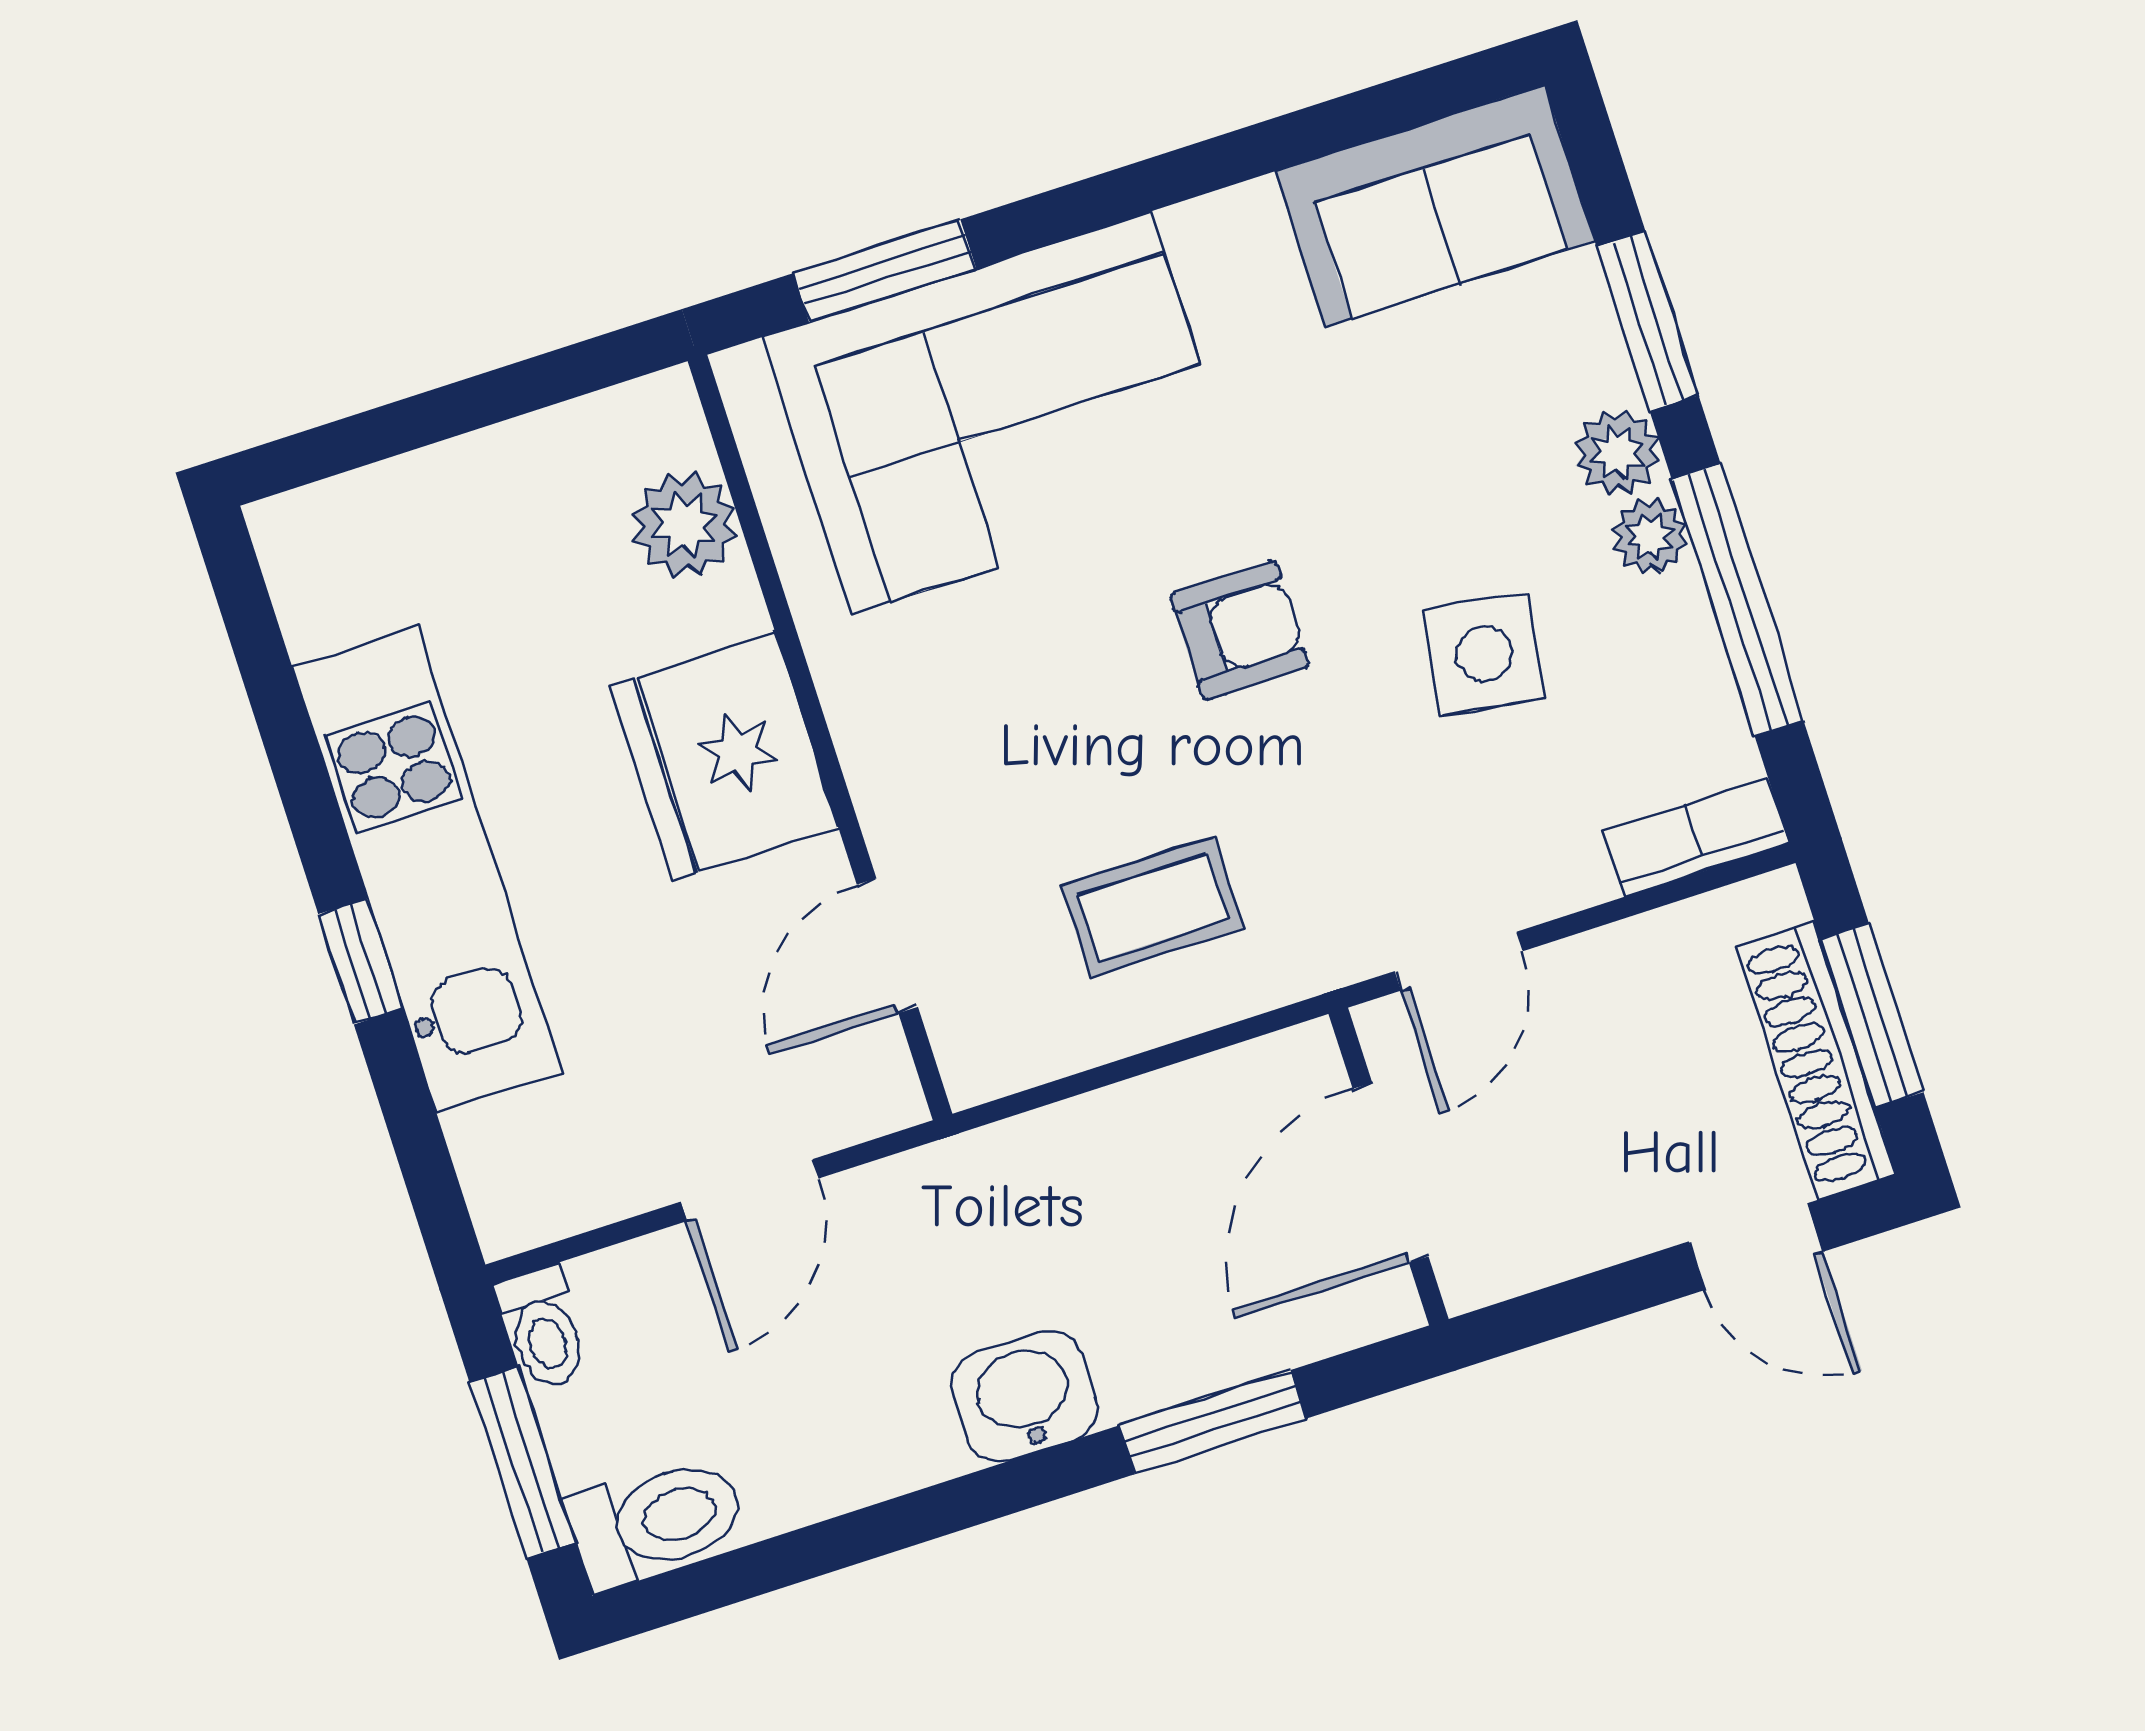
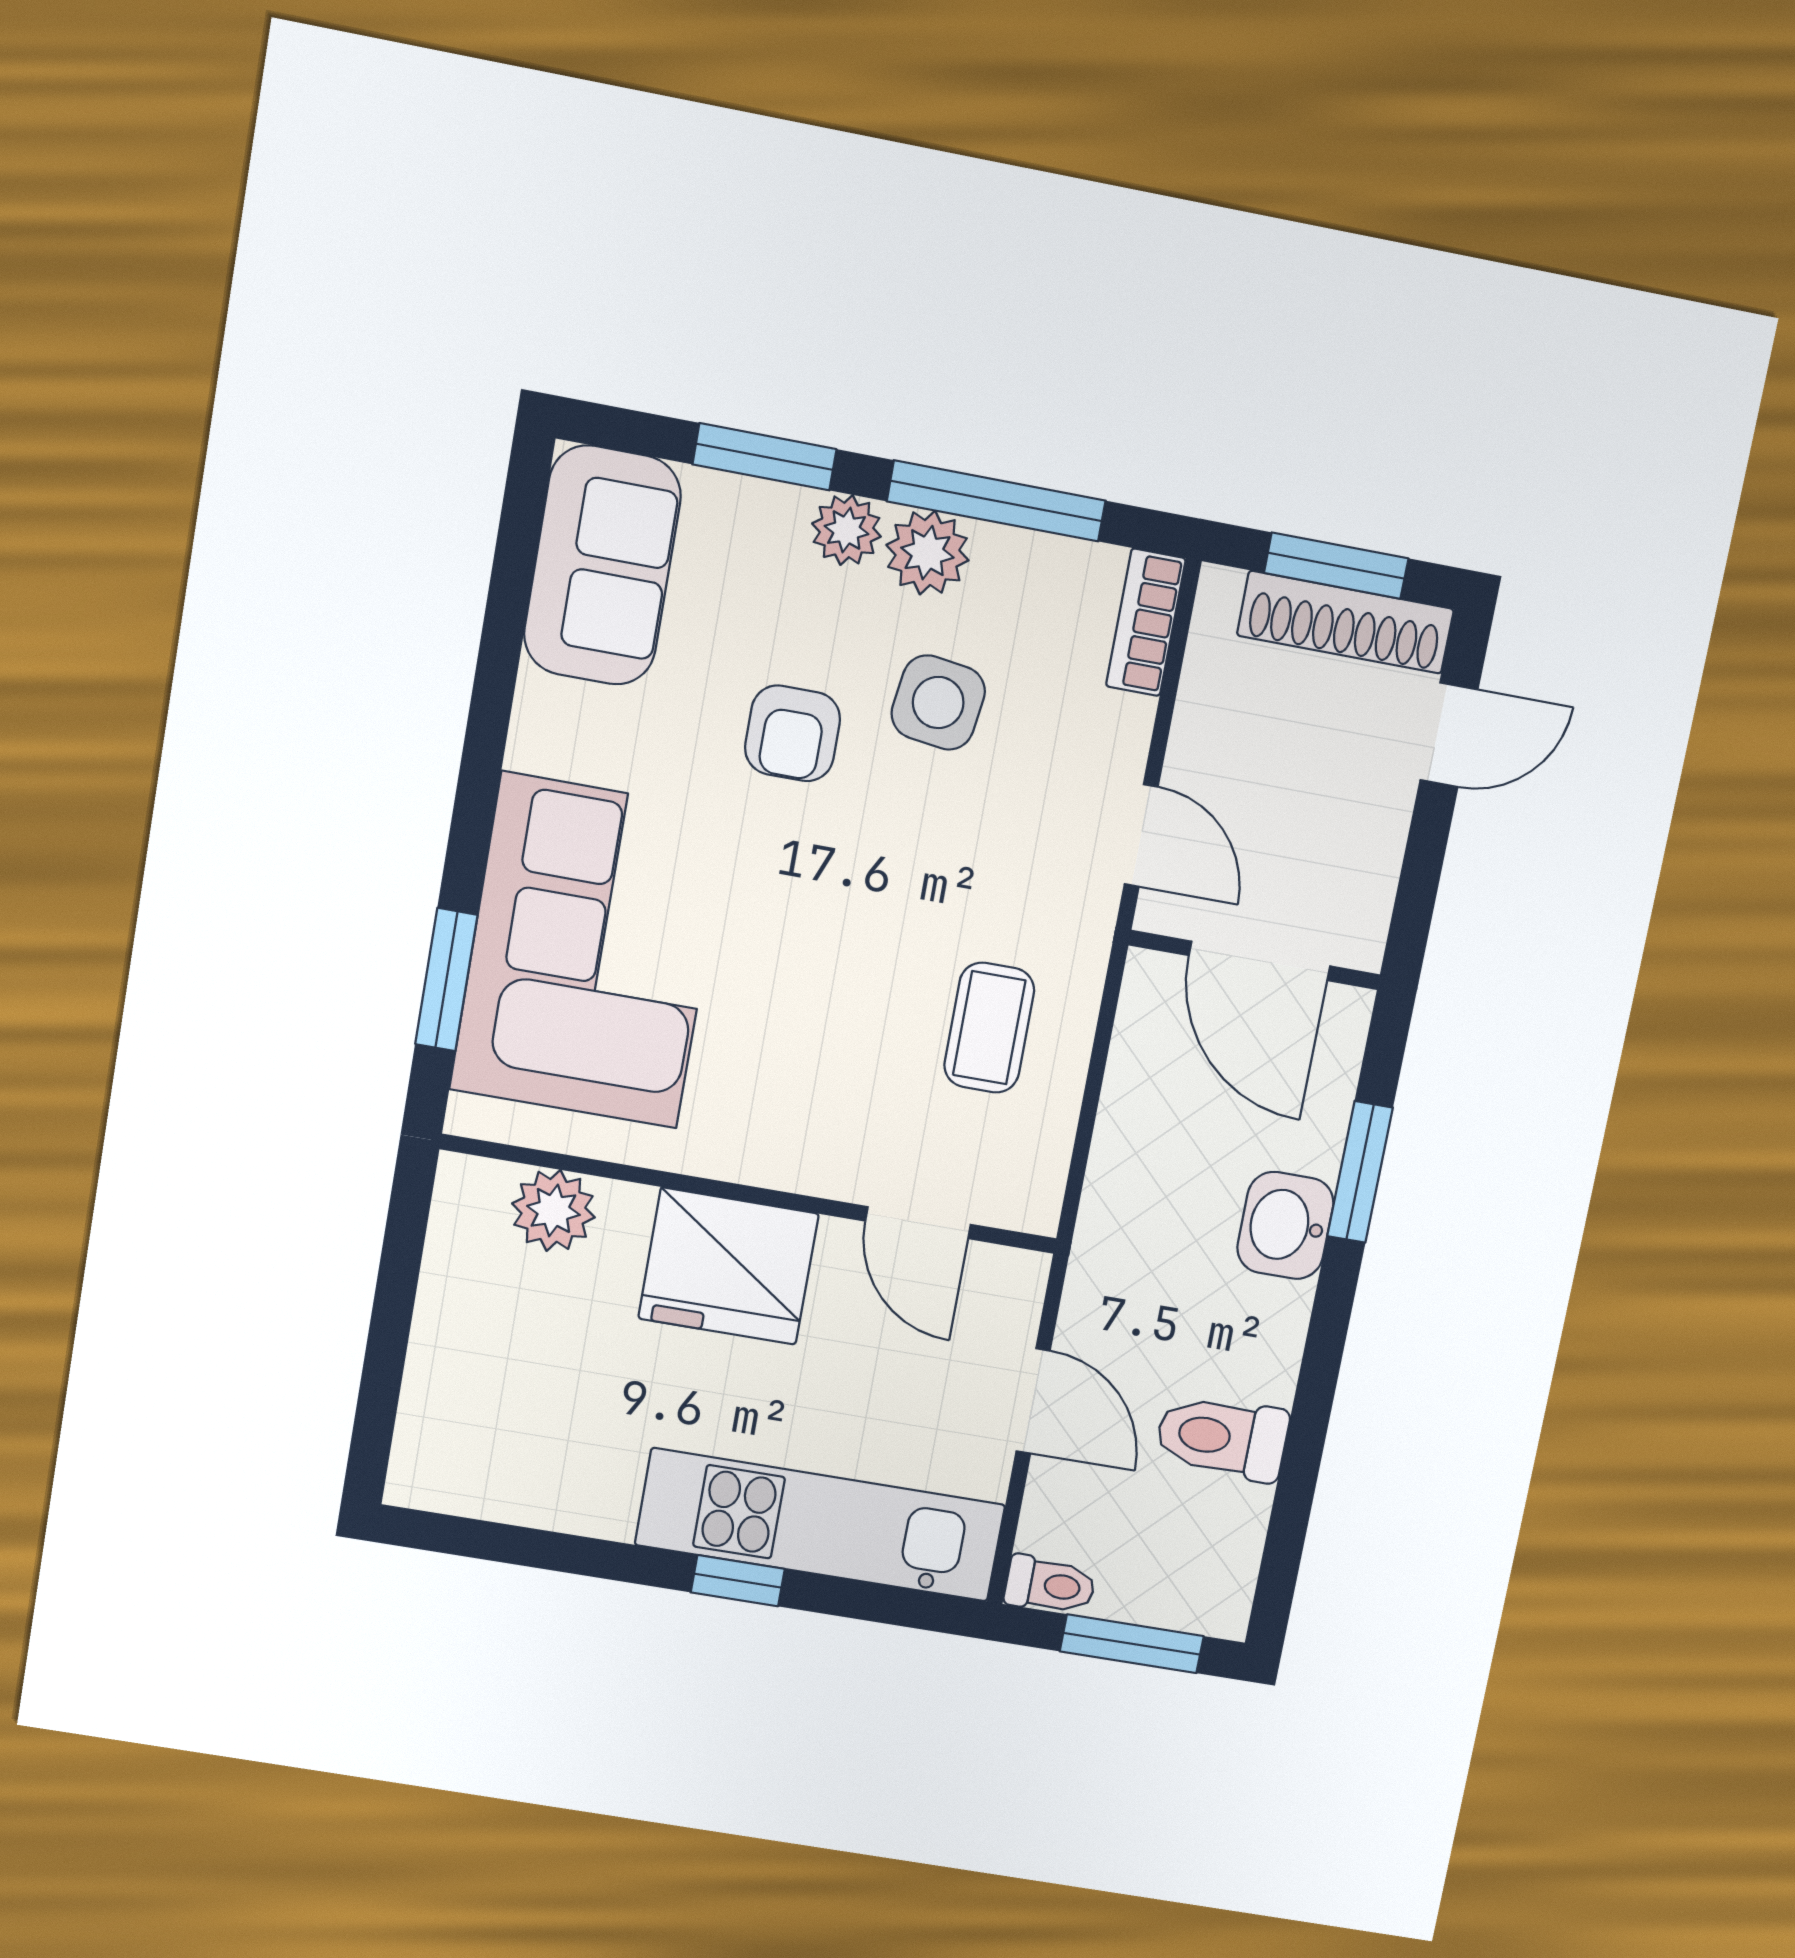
plant: (1650, 536) -> (927, 553), width x1.38, depth x1.38
armchair: (1240, 630) -> (793, 733), moved, turned 180
kitchen unit: (427, 870) -> (820, 1525), moved
washbasin: (1024, 1396) -> (1285, 1225), moved
toilet: (656, 1521) -> (1222, 1438), moved, turned -90

